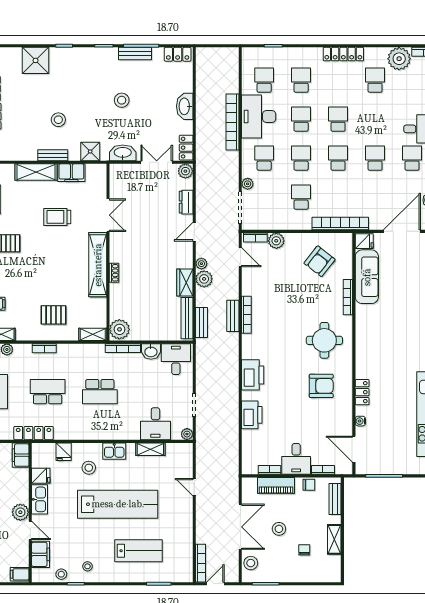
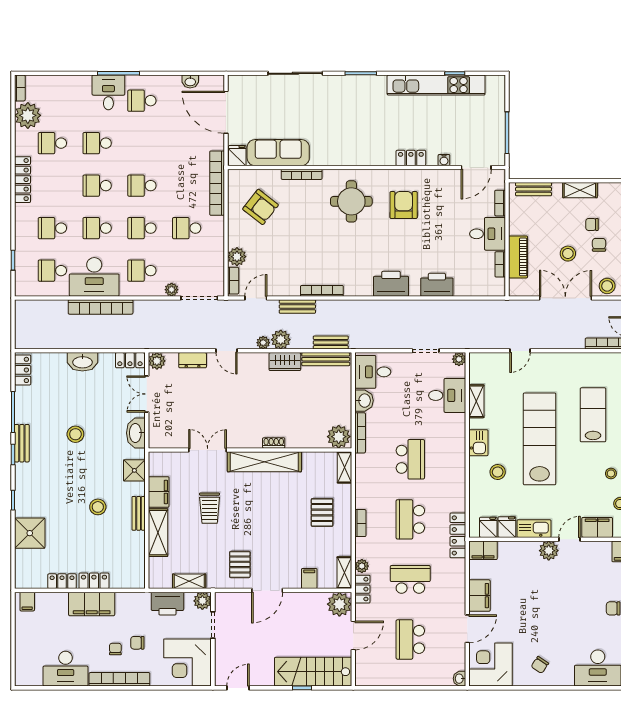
bench: (135, 54) -> (22, 443), moved
school desk: (375, 158) -> (97, 143), moved
bench: (233, 316) -> (297, 307), moved
fridge: (64, 452) -> (488, 527), moved, turned -90
chair: (309, 485) -> (599, 245), moved

